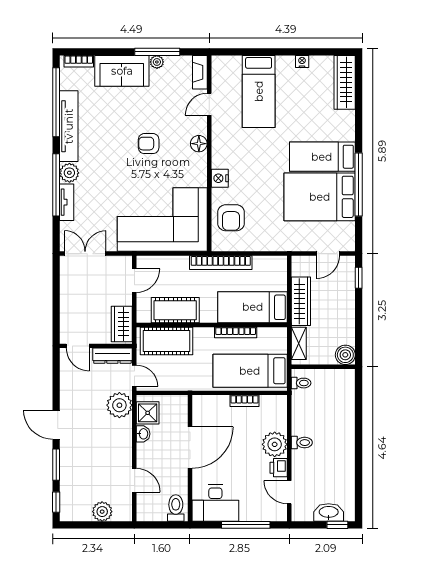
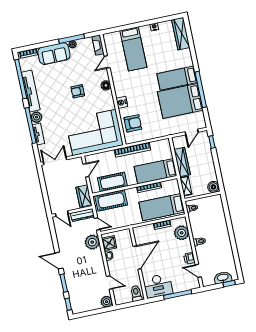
armchair: (231, 218) -> (133, 123), turned -90
plant: (275, 444) -> (182, 233), moved
plant: (102, 512) -> (107, 302), moved

